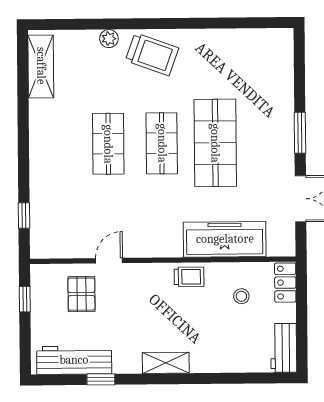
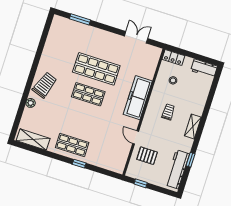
window: (300, 133) -> (80, 19), moved
shop shelf: (108, 144) -> (72, 145), moved
window: (24, 215) -> (79, 164), moved
freezer: (225, 239) -> (138, 98), moved
trolley: (189, 277) -> (168, 112), moved

